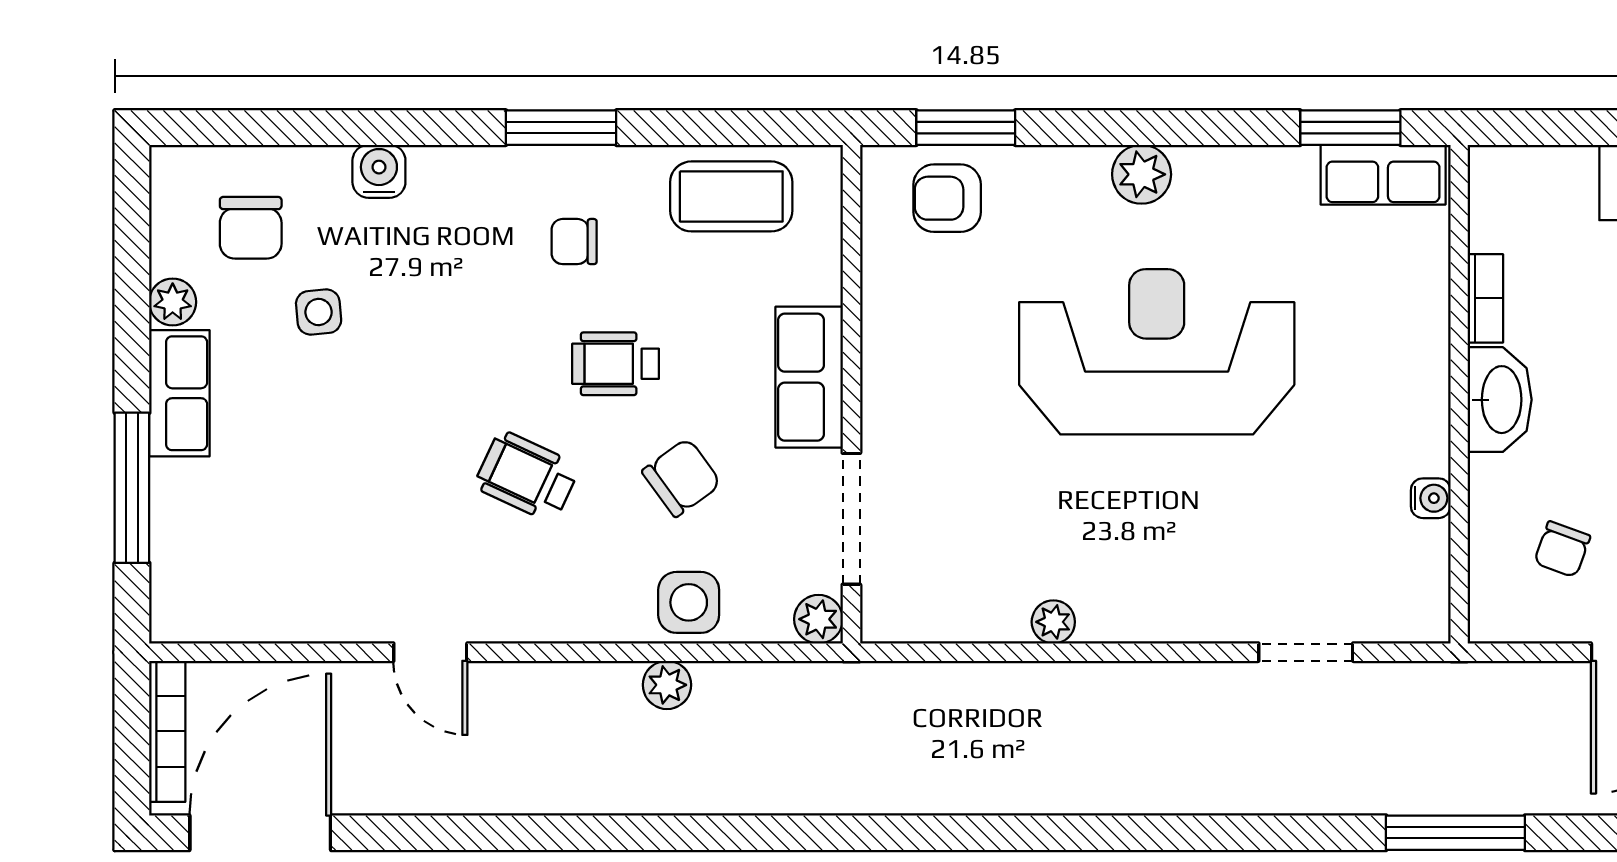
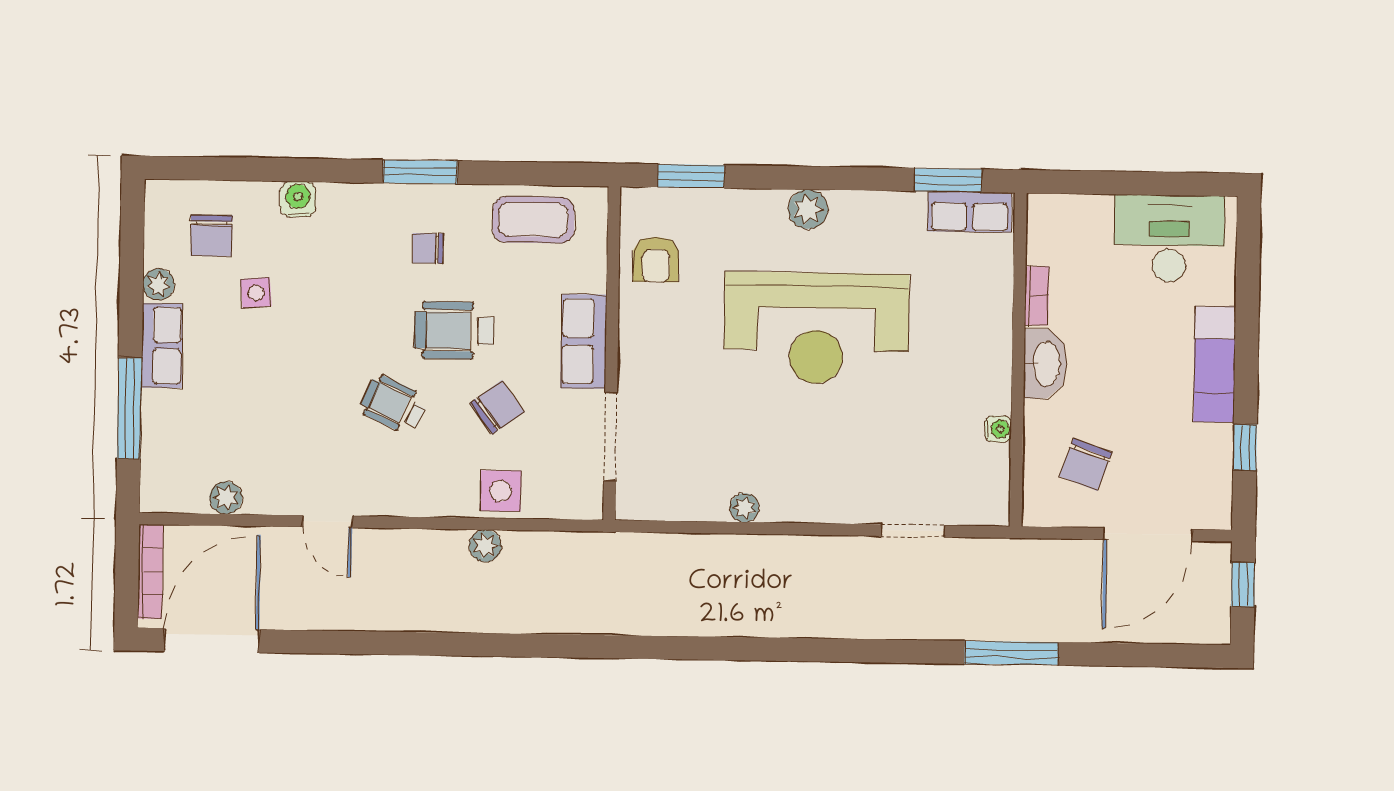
armchair: (947, 198) -> (656, 260), moved, turned -90
reception desk: (1157, 352) -> (816, 328), turned 180
wheelchair: (616, 364) -> (454, 330), width x1.36, depth x1.37
chair: (1562, 549) -> (1085, 464), width x1.37, depth x1.37
plant: (818, 619) -> (226, 498), moved

